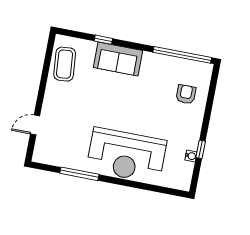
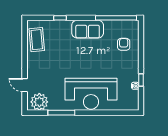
sofa: (118, 59) -> (88, 29), moved
door: (35, 125) -> (25, 85), hinge flipped
plant: (51, 153) -> (39, 102), added

